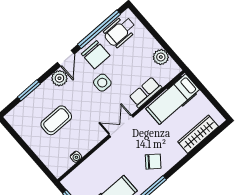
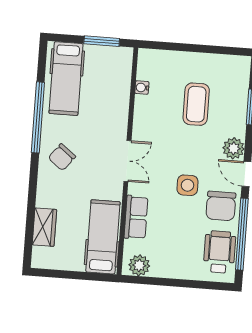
chair: (96, 55) -> (221, 206), turned -90
plant: (161, 57) -> (139, 265), moved
wardrobe: (198, 134) -> (44, 227), width x0.67

